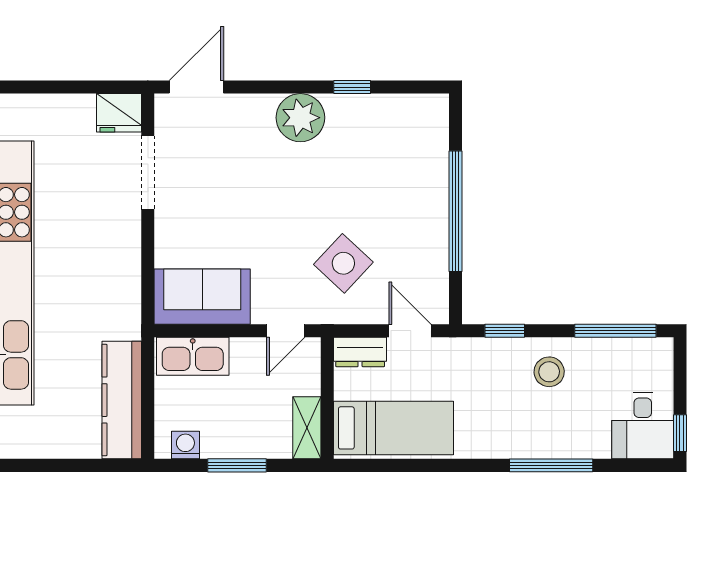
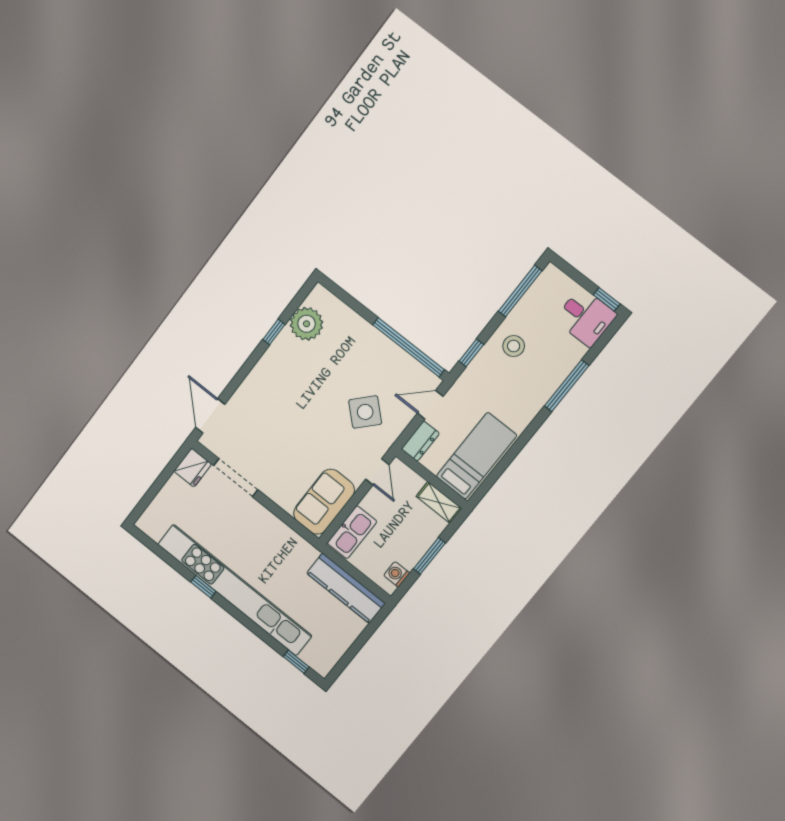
plant: (300, 118) -> (307, 324), moved
window: (456, 211) -> (408, 347), moved

